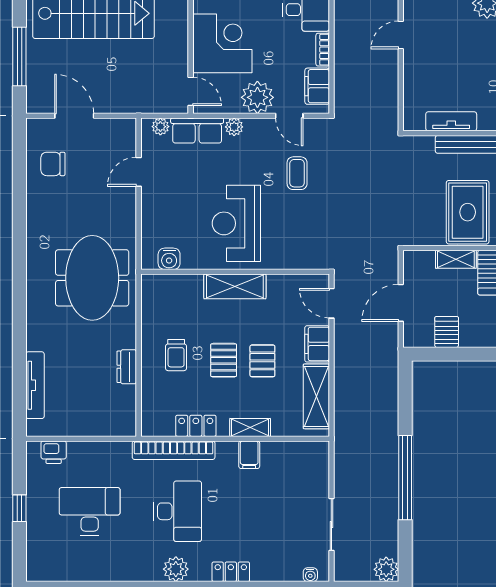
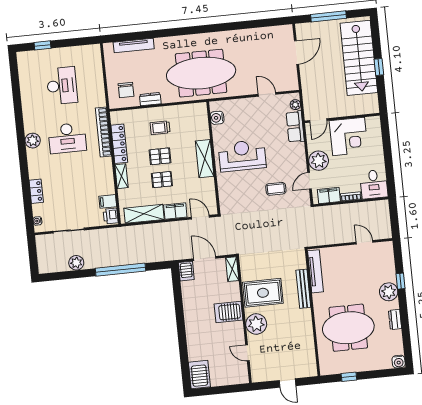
tv unit: (451, 121) -> (315, 271), width x1.41
plant: (234, 127) -> (300, 149), removed
chair: (53, 164) -> (126, 90), moved, turned 180
shelving: (456, 259) -> (232, 269), moved
meeting table: (92, 278) -> (201, 73), width x1.36
door: (331, 303) -> (200, 217), hinge flipped
server rack: (447, 332) -> (186, 271), moved, turned 90
locker: (196, 426) -> (119, 144), width x1.53
printer: (54, 452) -> (111, 216), moved
filing cabinet: (249, 455) -> (108, 201), moved
window: (405, 478) -> (120, 270), moved
window: (19, 508) -> (42, 45), moved
plant: (386, 569) -> (76, 263), moved
locker: (231, 572) -> (36, 191), moved

